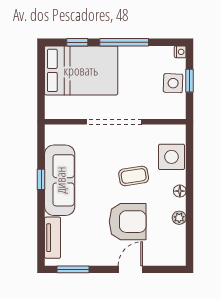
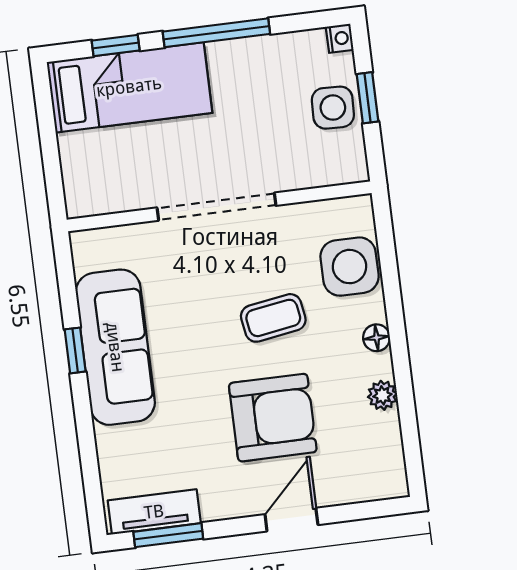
bed: (81, 70) -> (129, 87), width x0.67
tv unit: (53, 238) -> (154, 512), moved, turned -90

